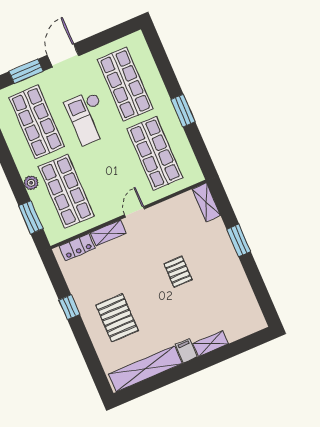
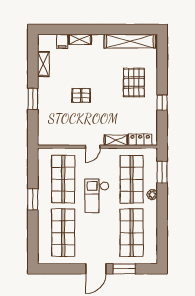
checkout: (88, 118) -> (97, 196), moved, turned 180
shelving: (206, 202) -> (43, 64), moved
pallet: (178, 272) -> (81, 95), turned 90
filing cabinet: (186, 351) -> (62, 41), moved

